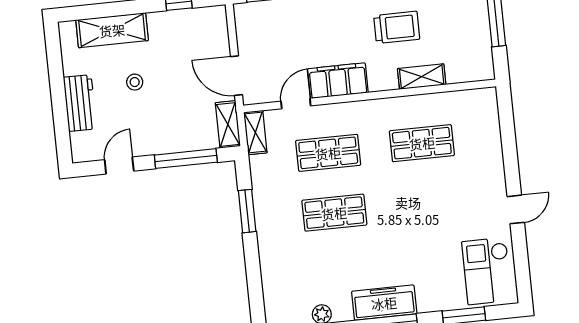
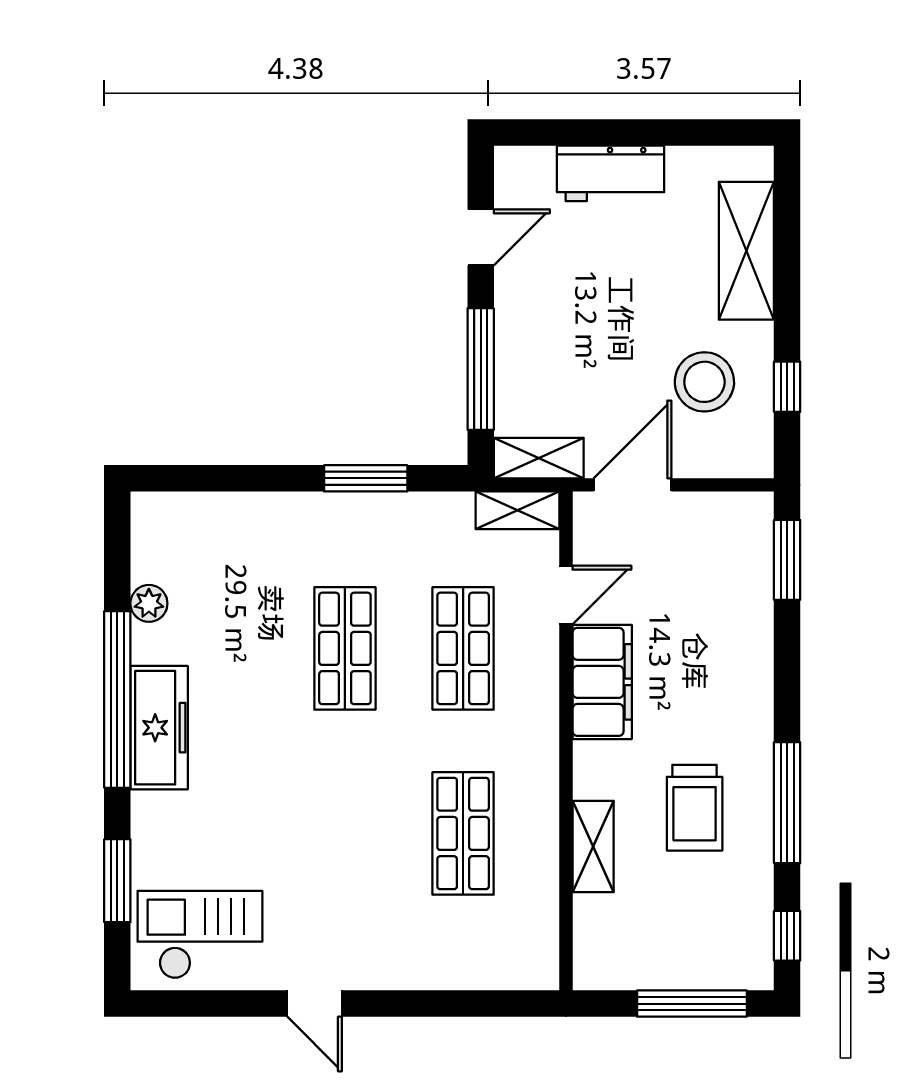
stool: (135, 82) -> (704, 382), moved, width x1.89, depth x1.89
door: (296, 104) -> (566, 595), hinge flipped
door: (119, 165) -> (481, 237), hinge flipped

